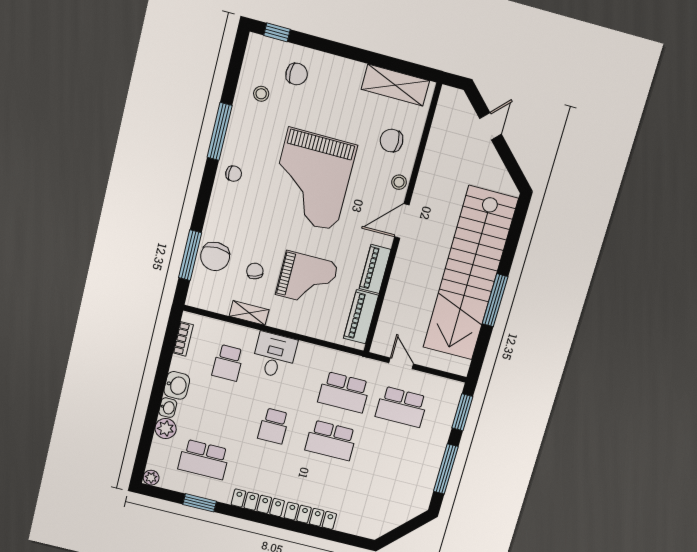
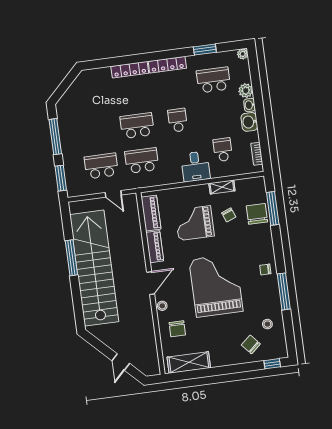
chair: (297, 74) -> (251, 344), turned 49
chair: (391, 141) -> (177, 329), turned 90

